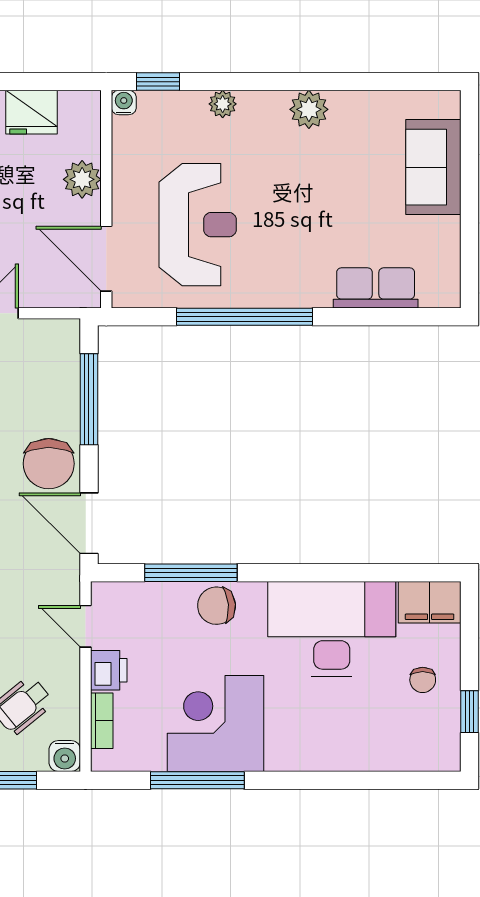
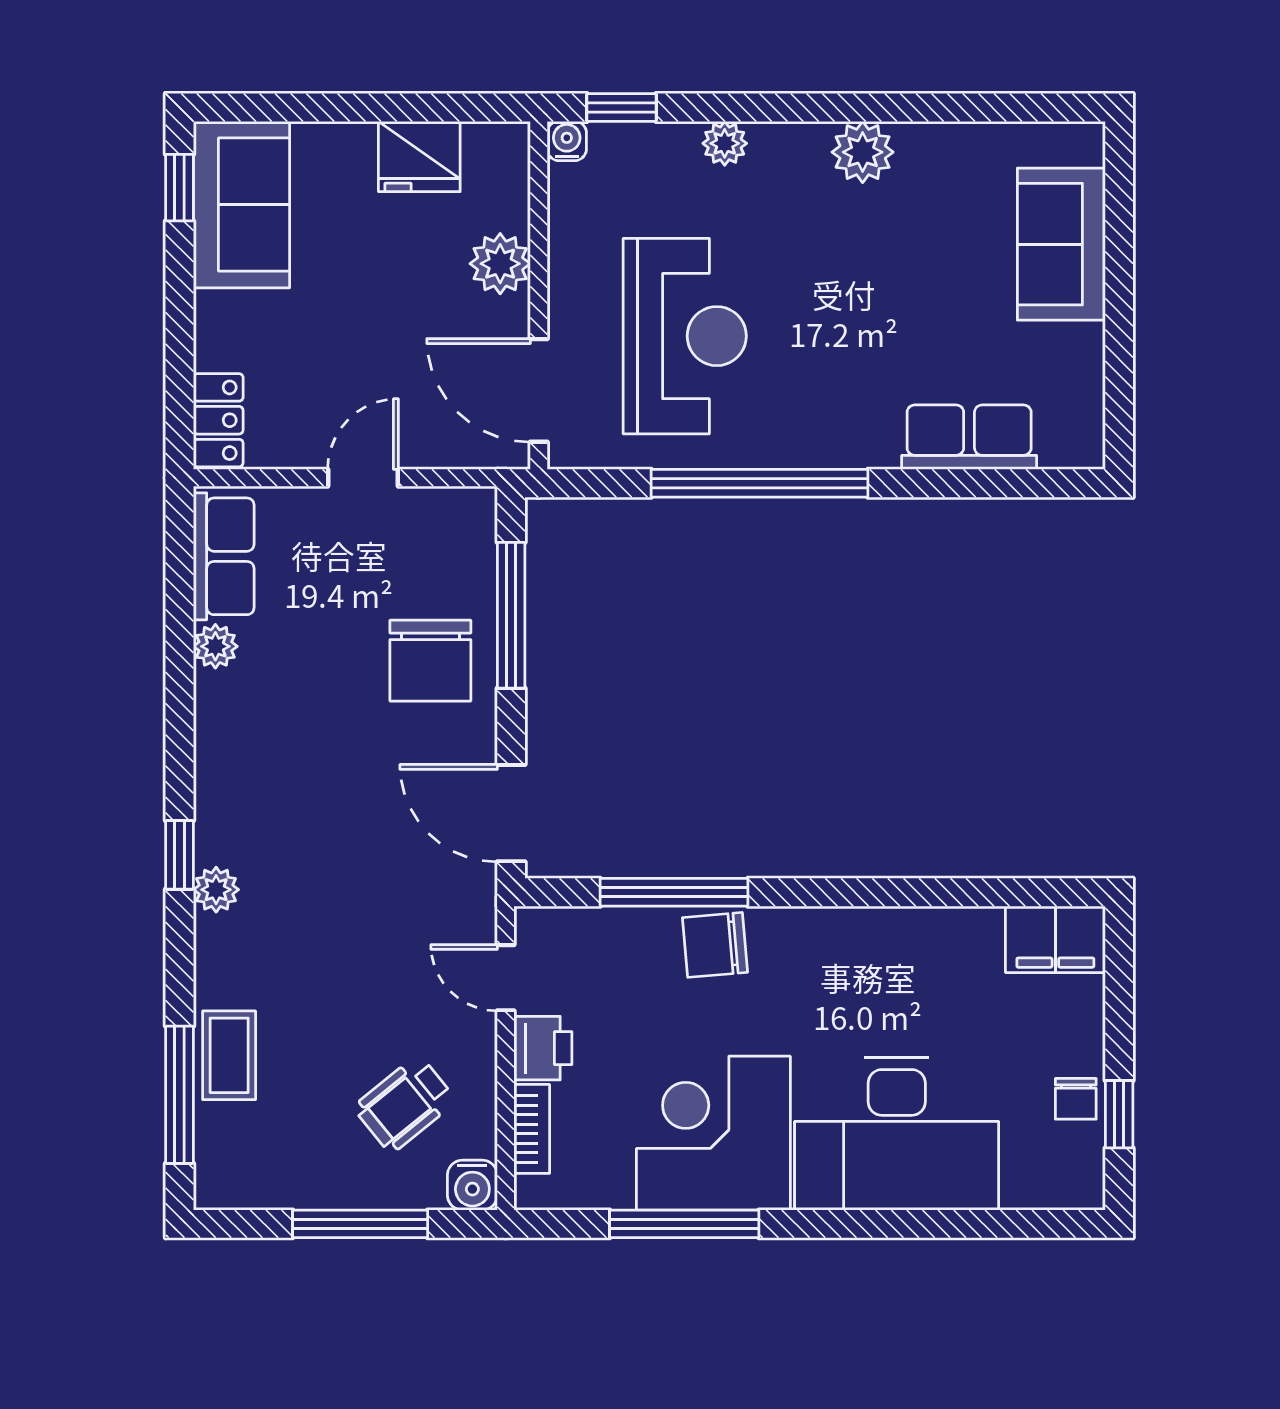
chair: (49, 464) -> (430, 661), moved
desk: (332, 629) -> (897, 1134), moved, turned 180
chair: (423, 680) -> (1076, 1099), moved

